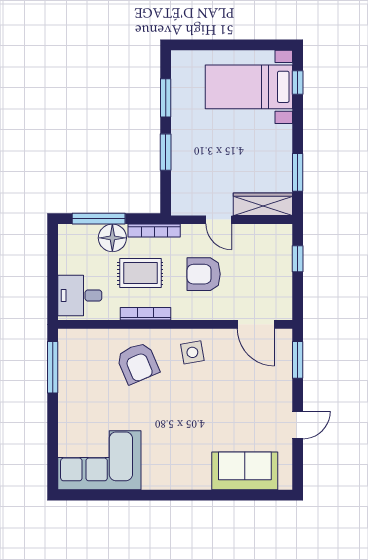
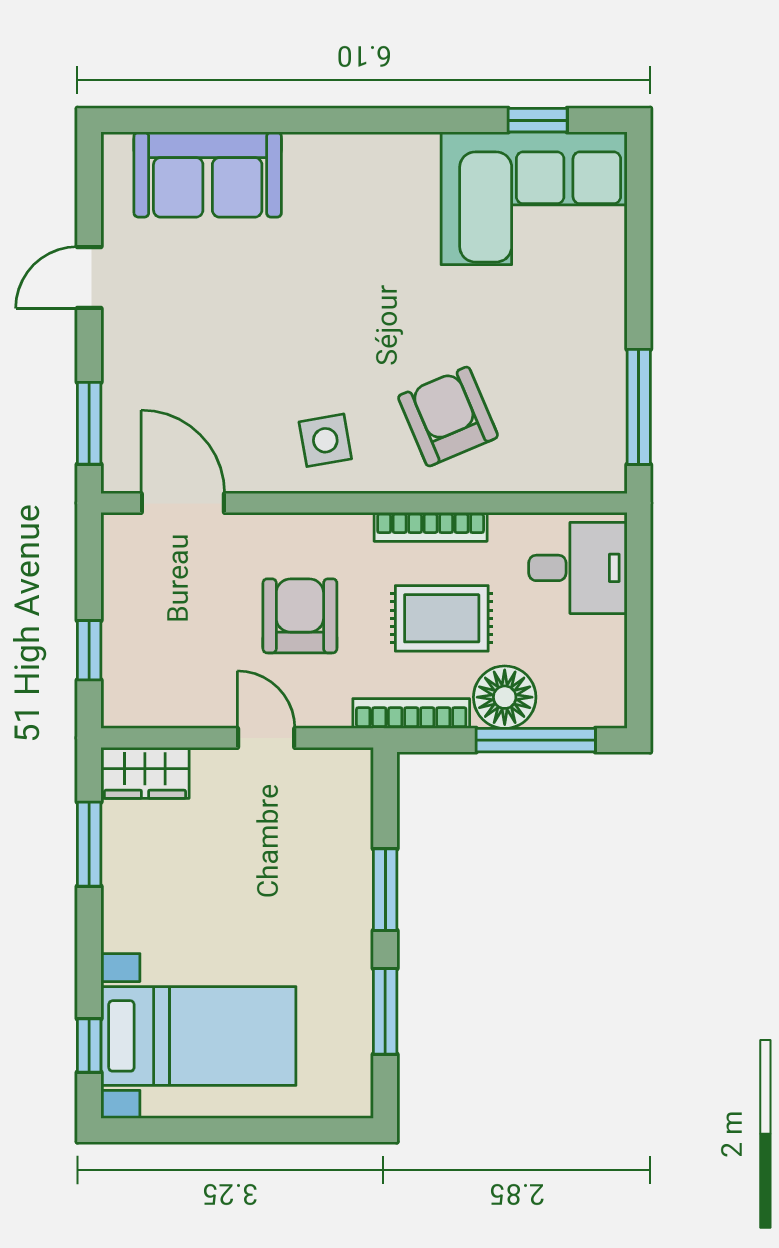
wardrobe: (263, 204) -> (145, 773), width x0.67
armchair: (204, 274) -> (300, 616), turned -90
window: (98, 495) -> (538, 120), added

